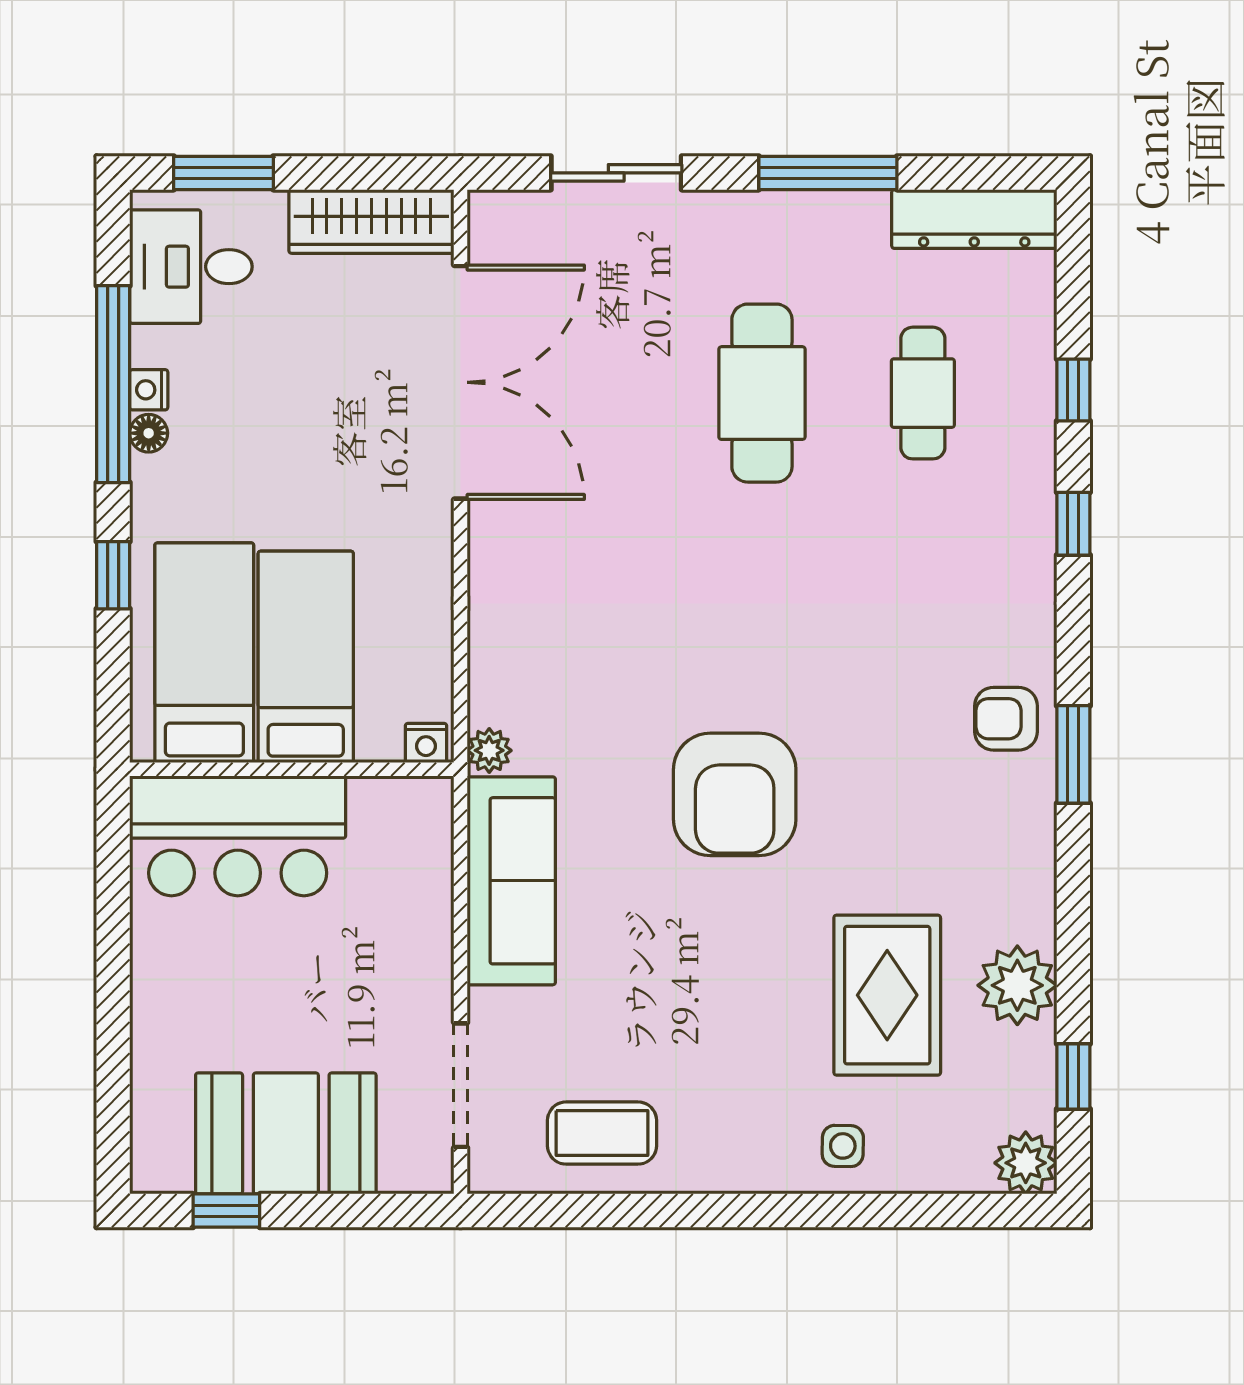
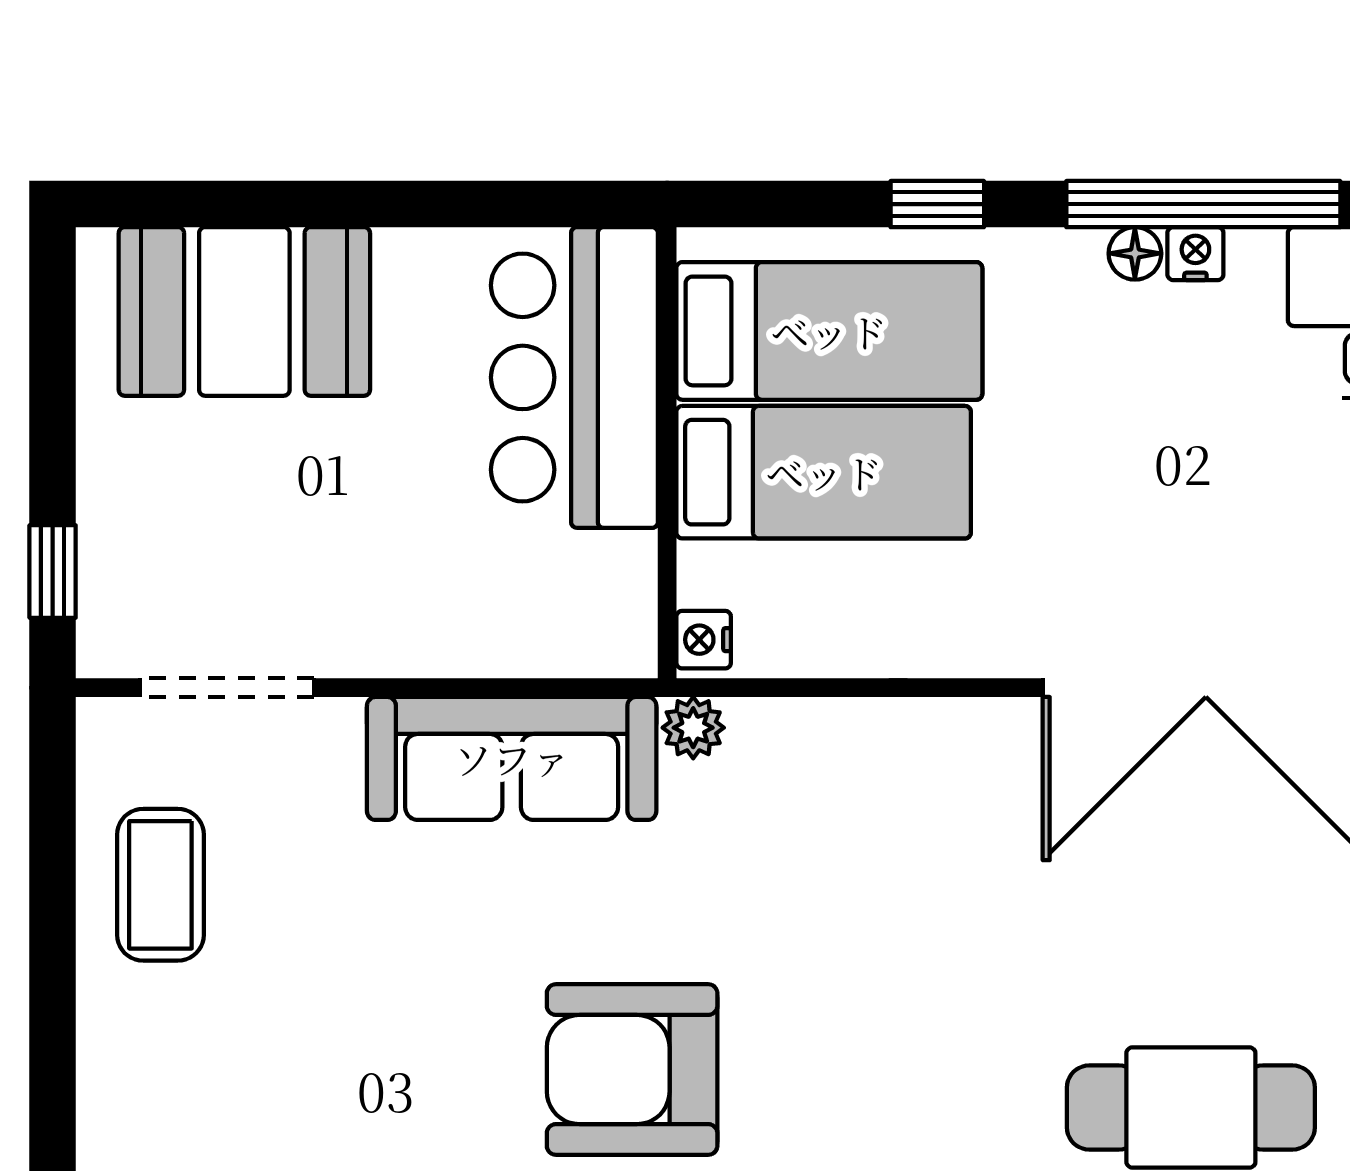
booth: (286, 1133) -> (244, 311), moved, turned 90
window: (226, 1211) -> (53, 571), moved

